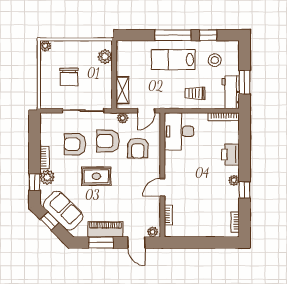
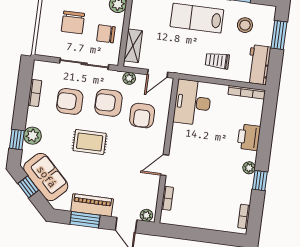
window: (245, 82) -> (279, 35), moved
chair: (98, 83) -> (106, 34), added
bookcase: (44, 157) -> (35, 93), moved

